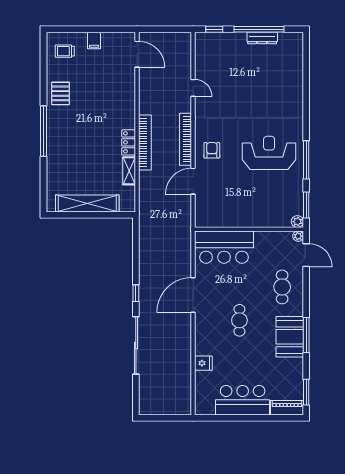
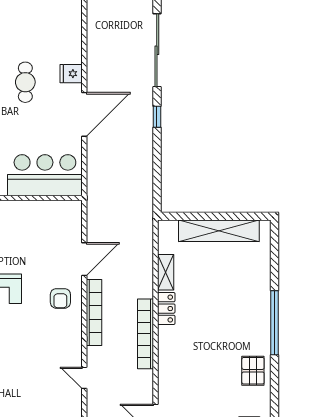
bookcase: (145, 143) -> (145, 334), moved
fridge: (203, 363) -> (71, 74), moved

